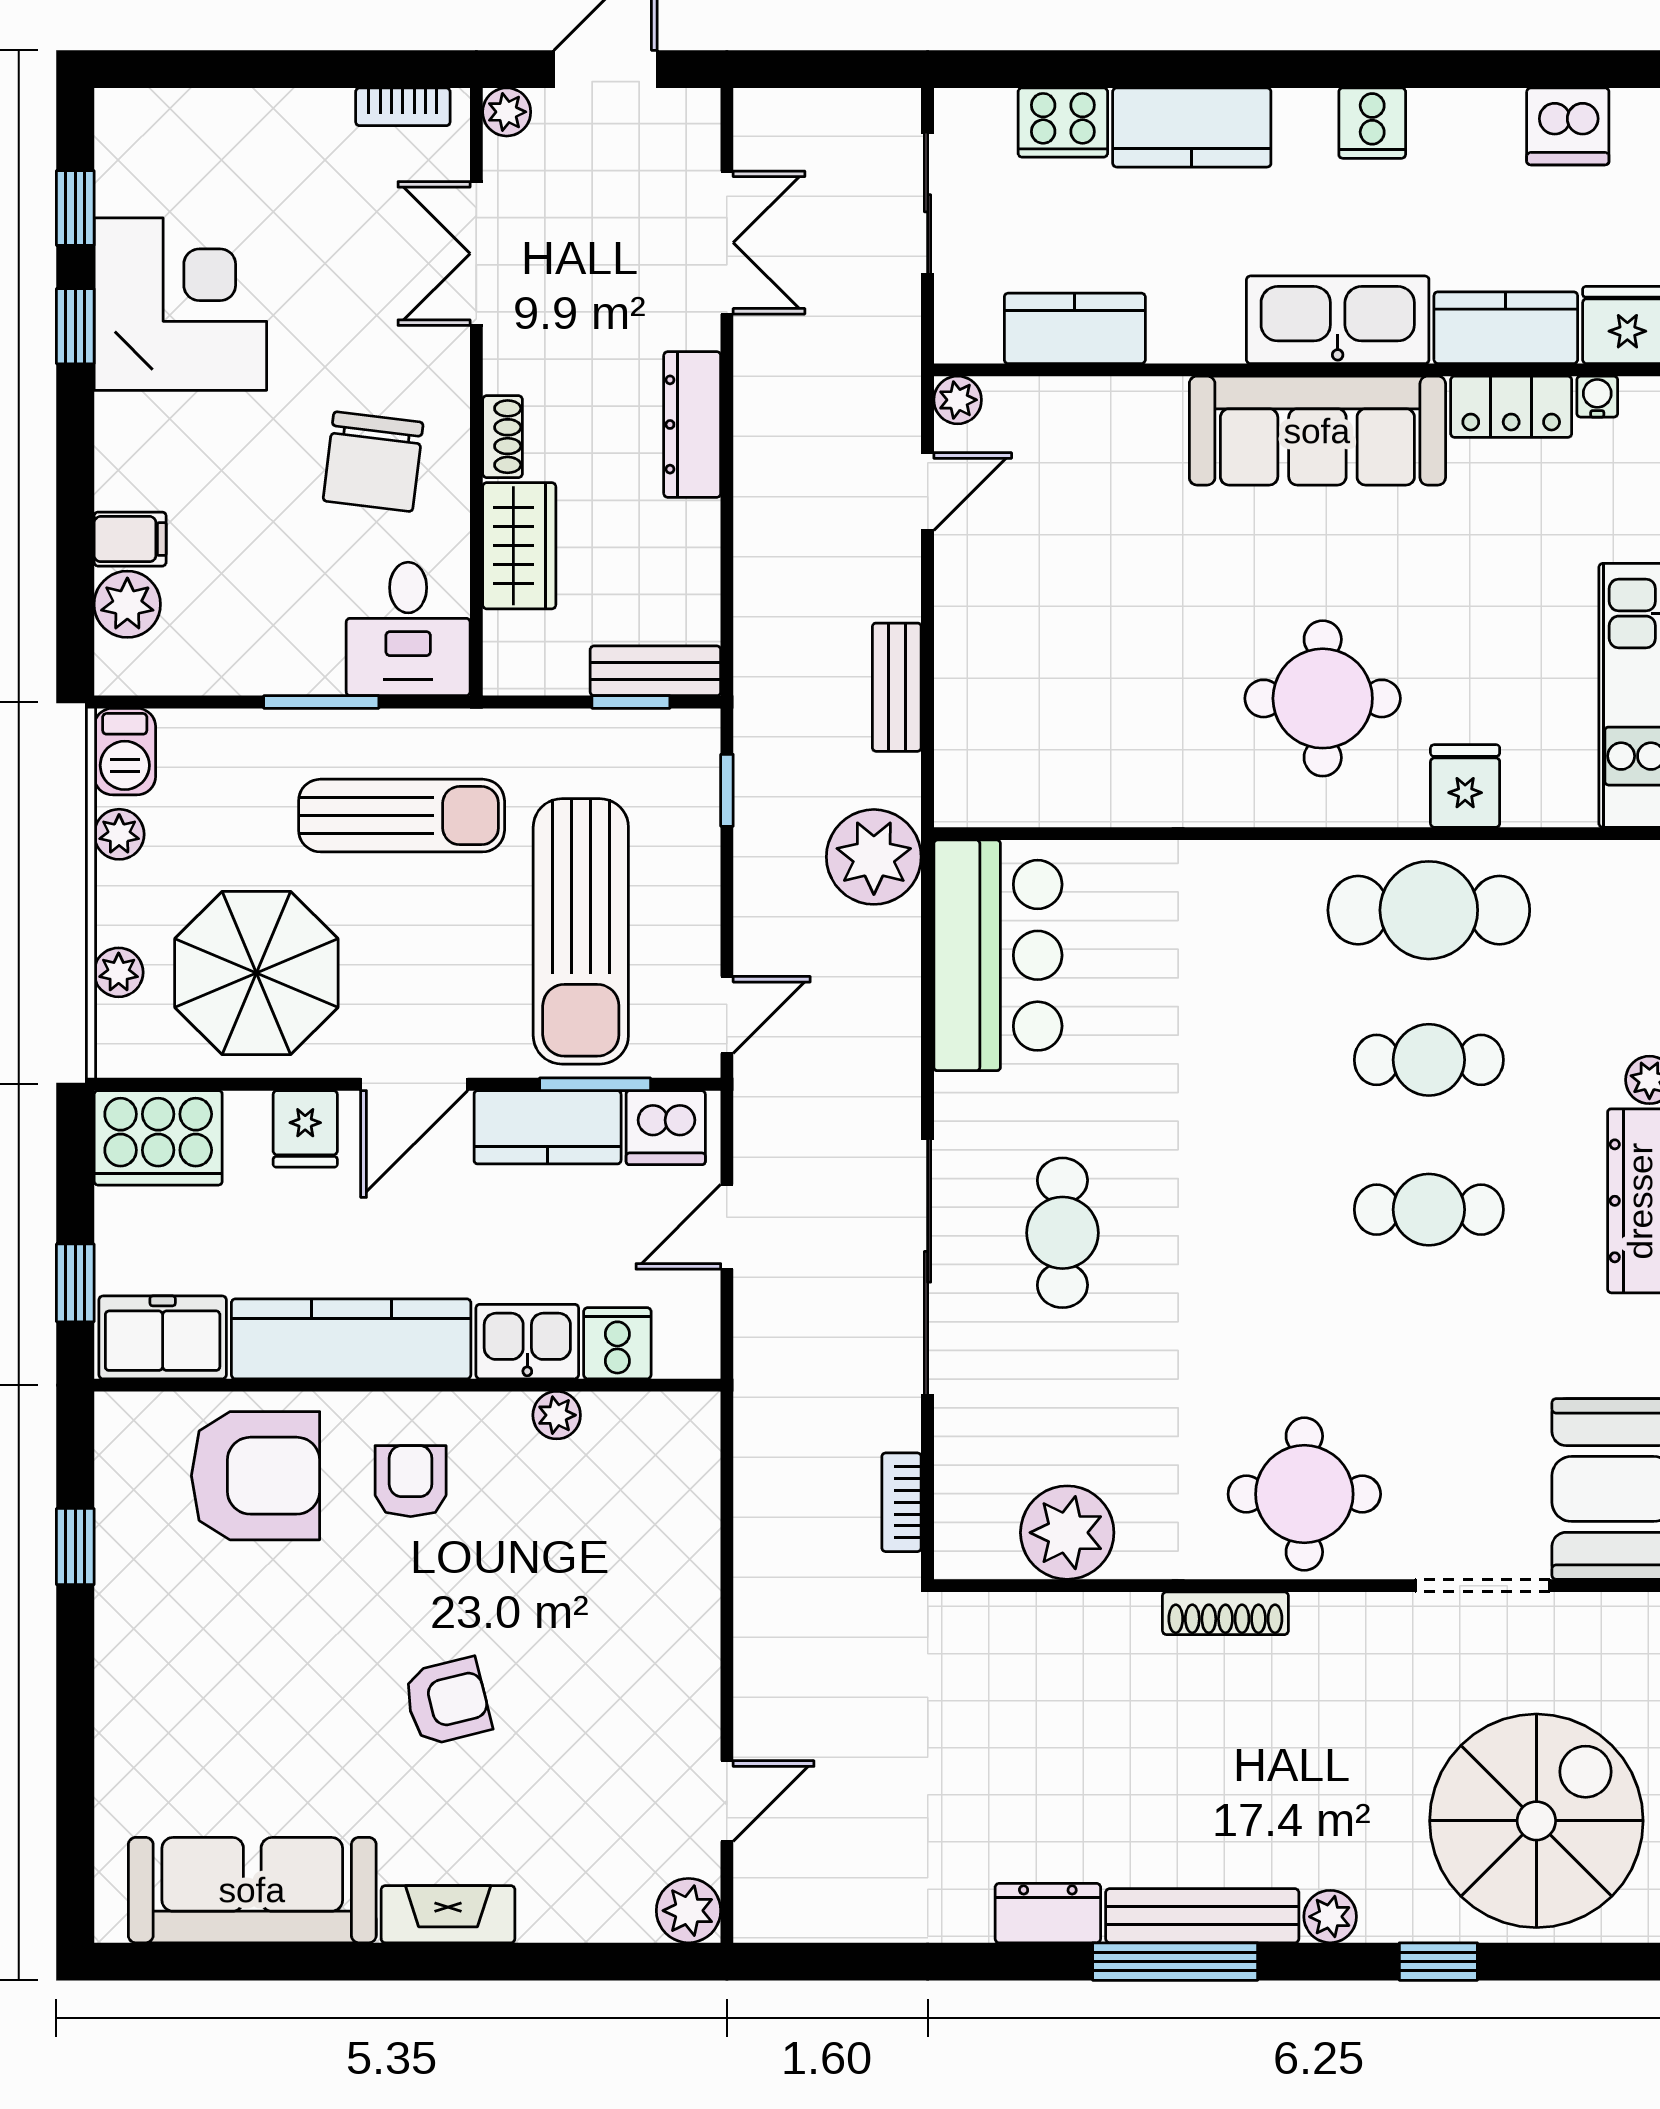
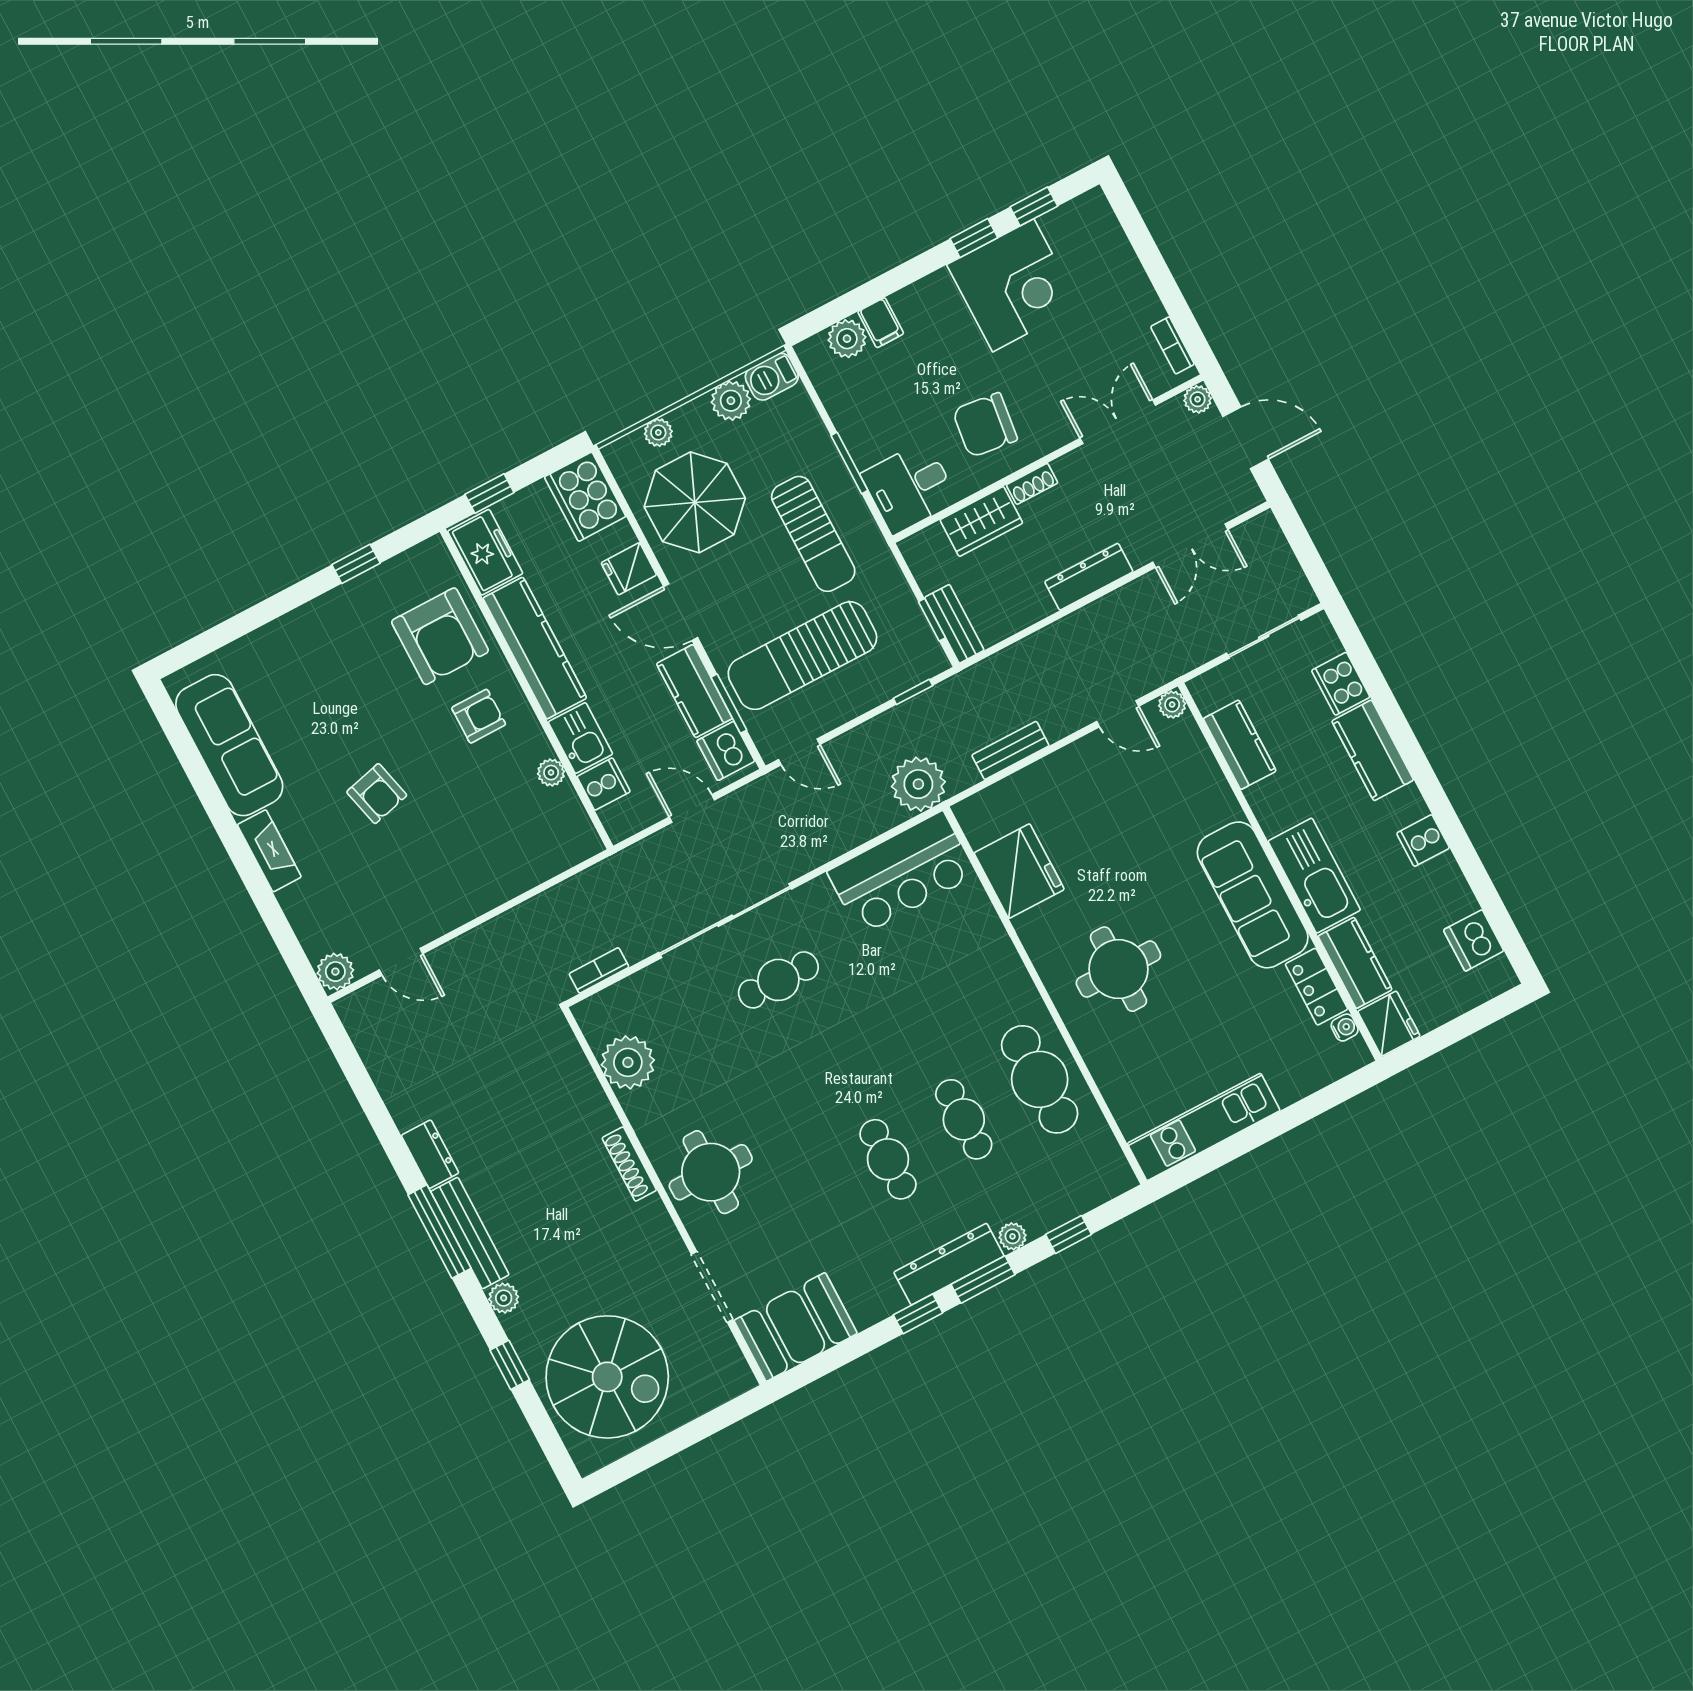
fridge: (1465, 786) -> (1019, 871), moved, width x1.88, depth x1.34
plant: (119, 834) -> (731, 401), width x1.38, depth x1.38

